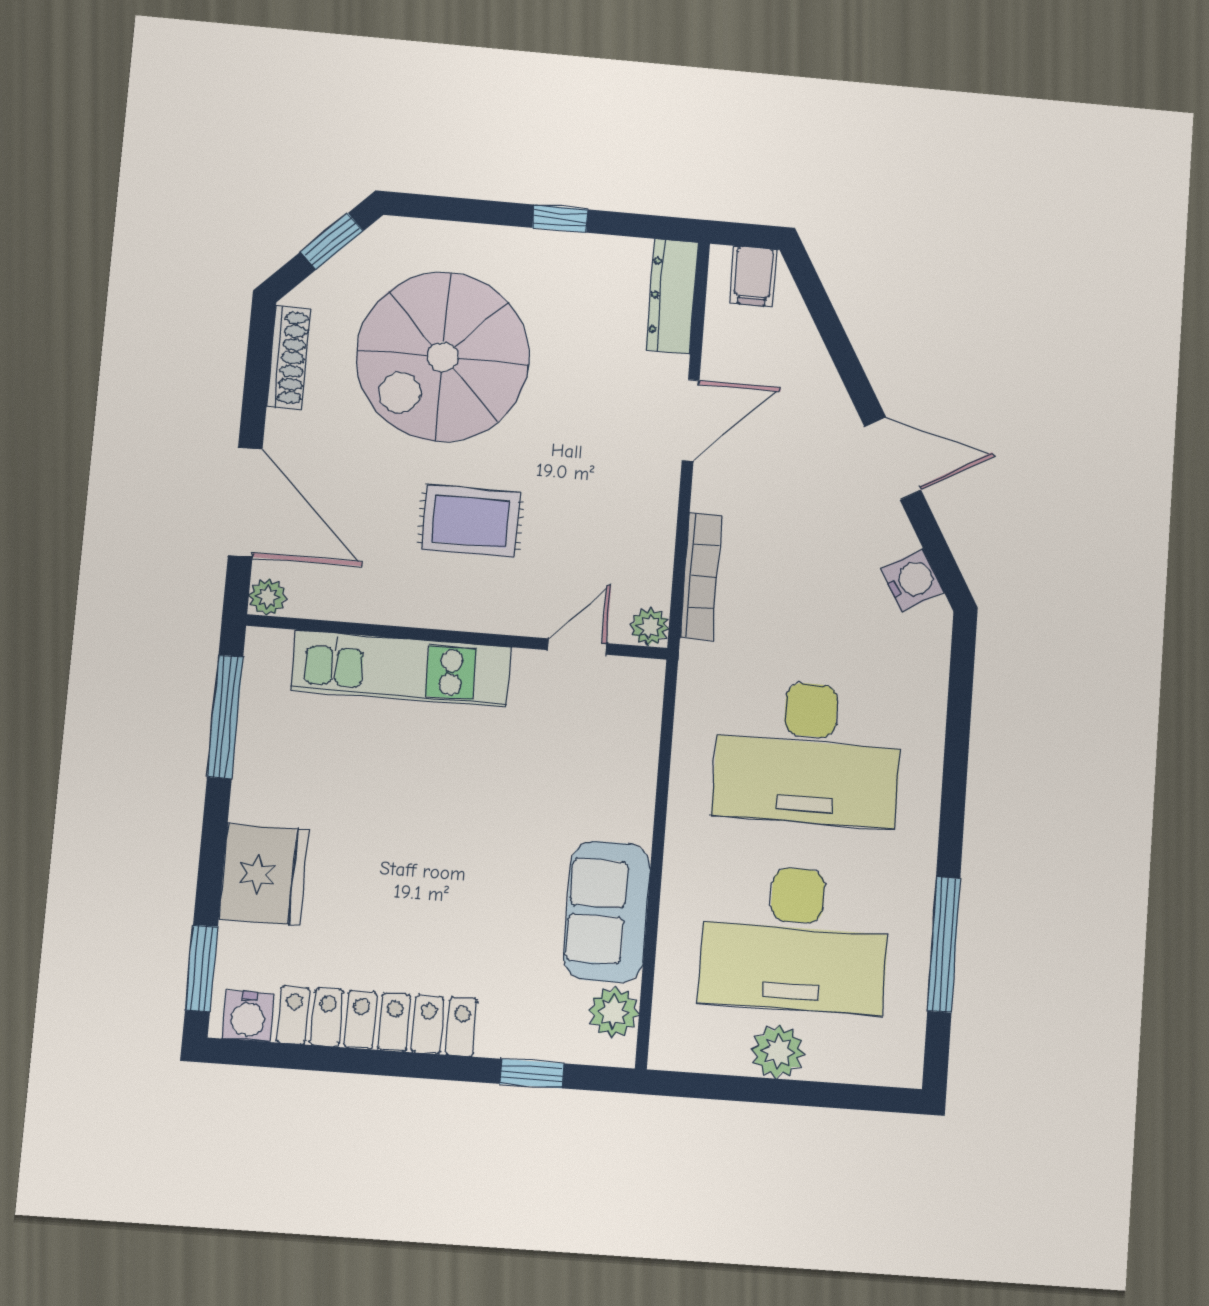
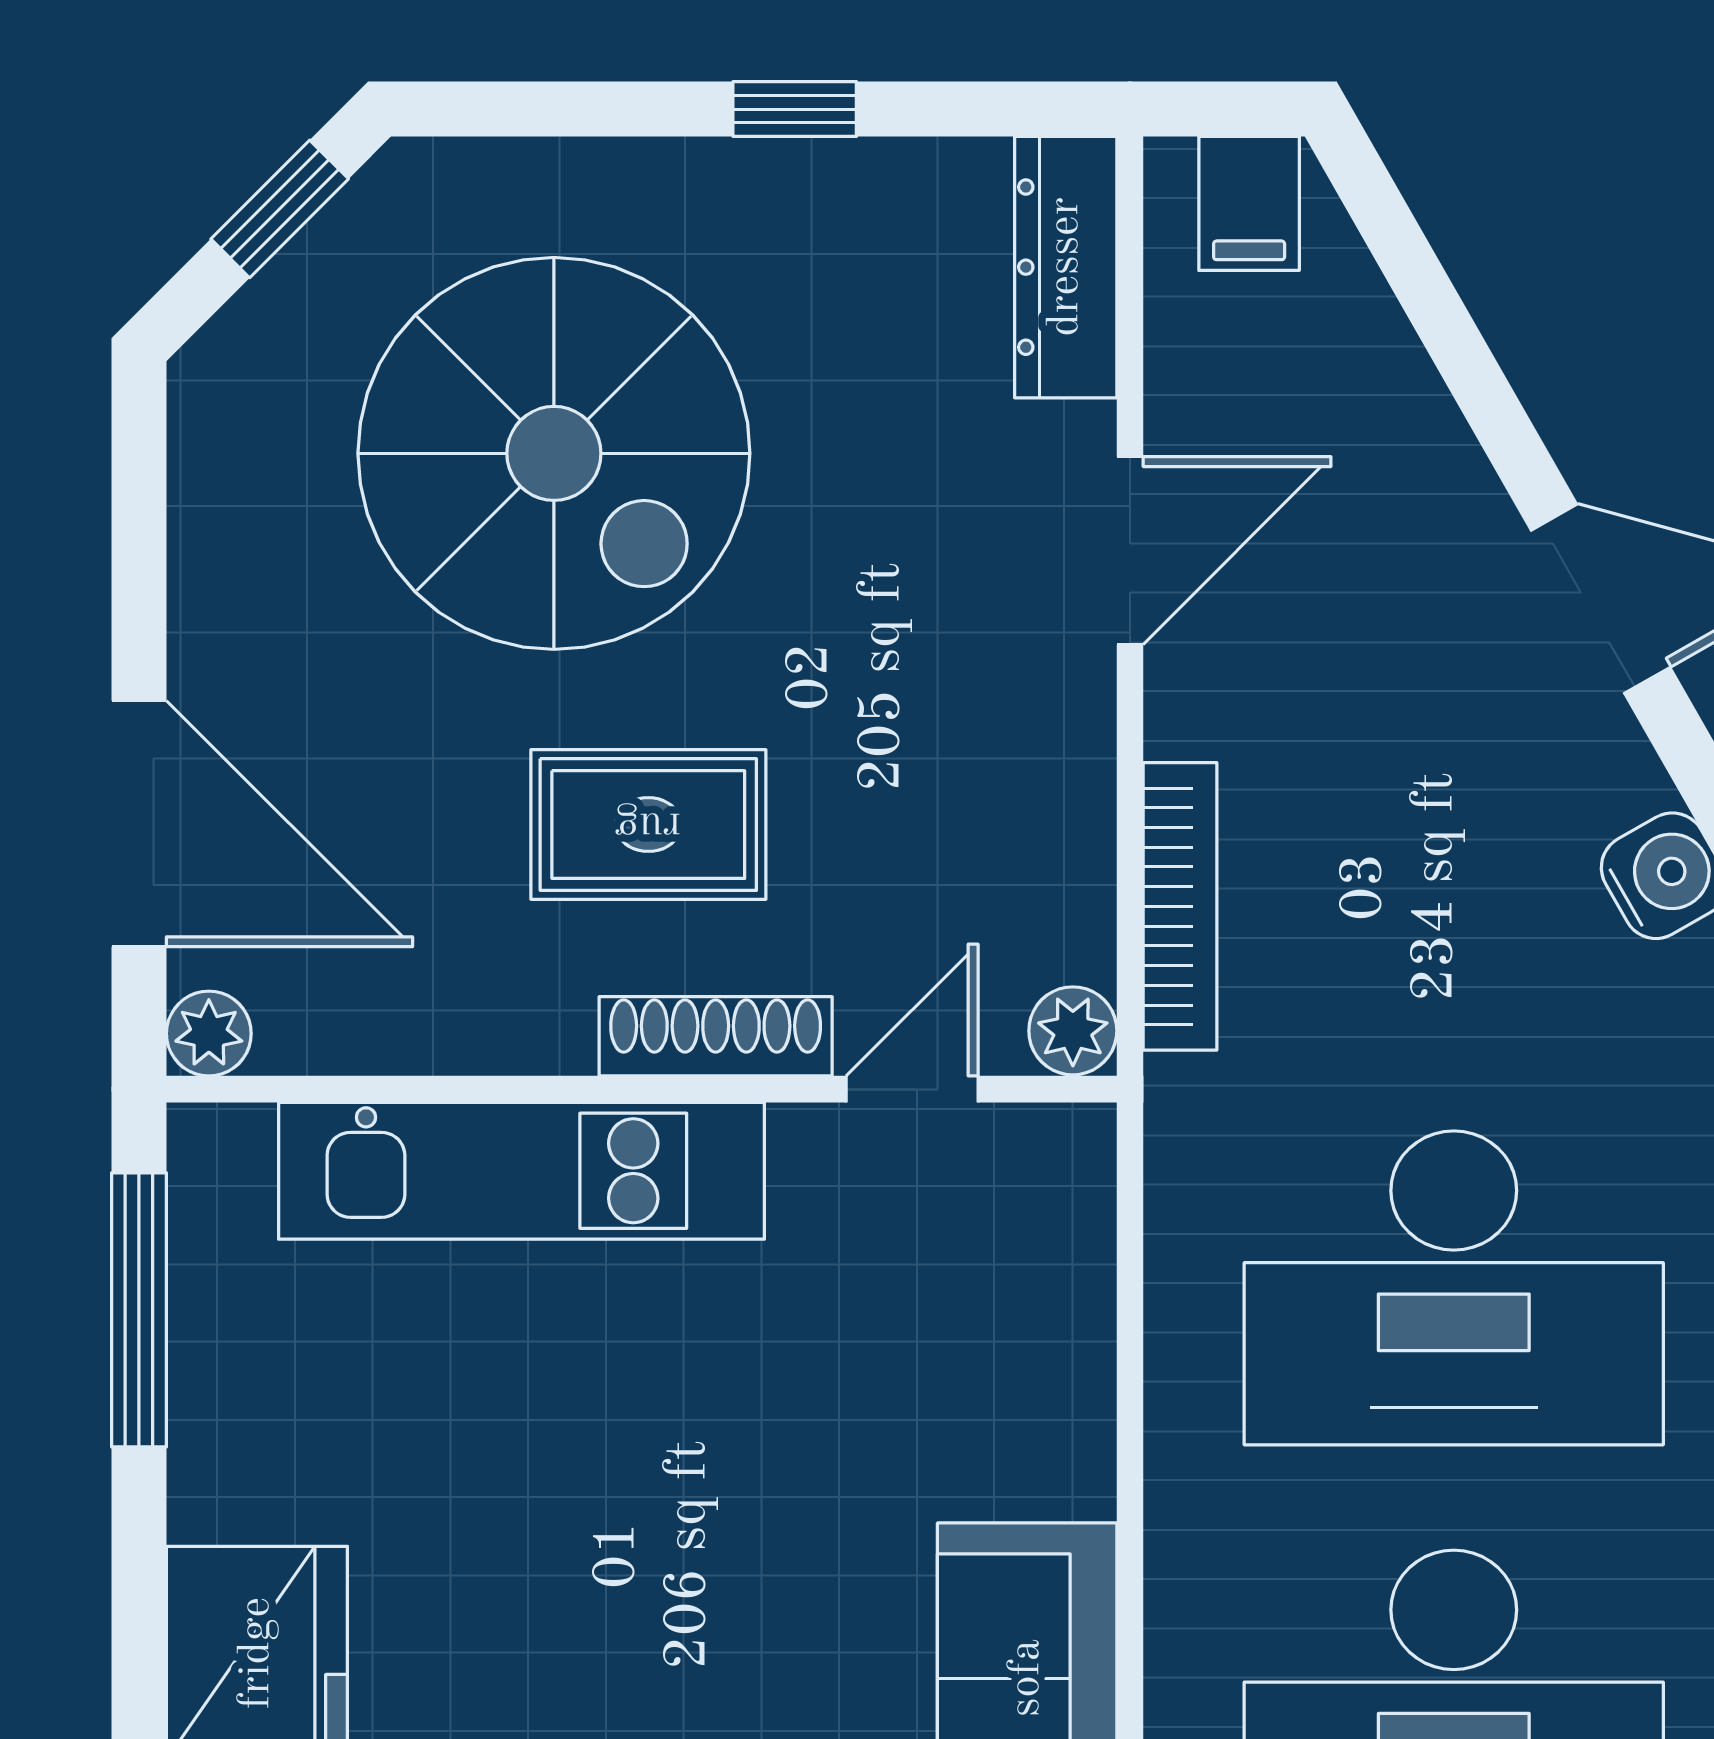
shoe rack: (289, 357) -> (716, 1036), moved, turned -90
spiral stairs: (443, 357) -> (554, 453), turned -90

